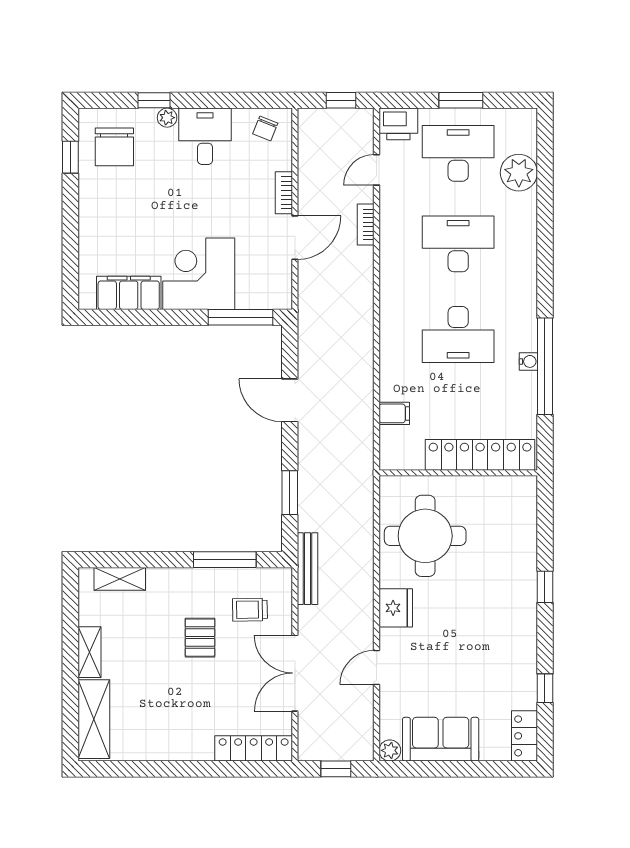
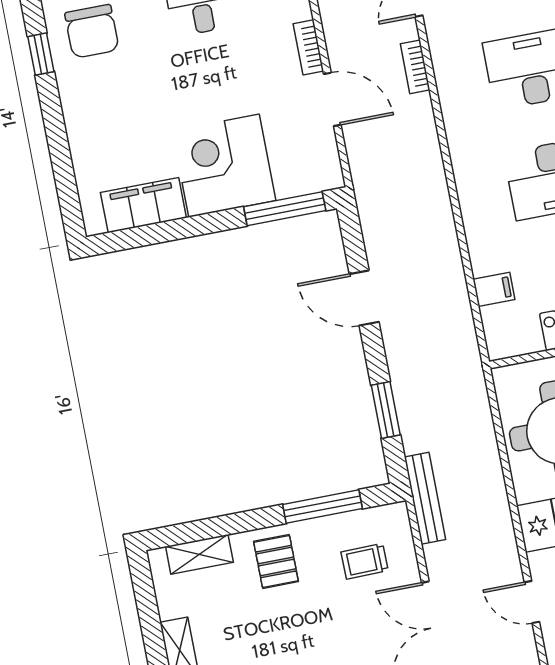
door: (295, 238) -> (332, 99), hinge flipped
pallet: (200, 638) -> (276, 561), moved
door: (377, 668) -> (532, 602), hinge flipped

